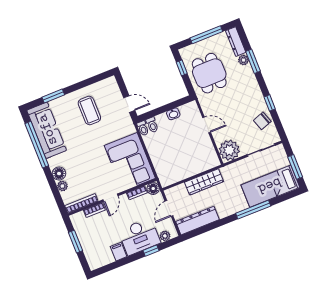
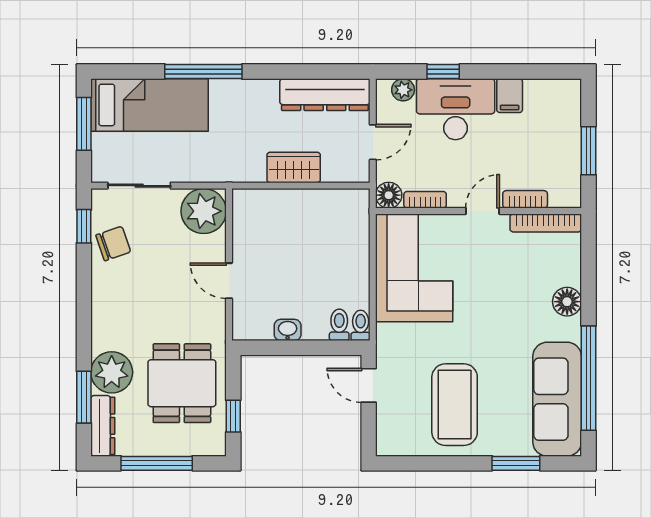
plant: (243, 60) -> (112, 372), width x1.87, depth x1.87
window: (253, 61) -> (84, 397), moved
window: (270, 103) -> (84, 226), moved
coffee table: (89, 111) -> (455, 405), width x1.36, depth x1.32
wardrobe: (204, 182) -> (294, 167), width x0.67
plant: (62, 186) -> (570, 274), removed

